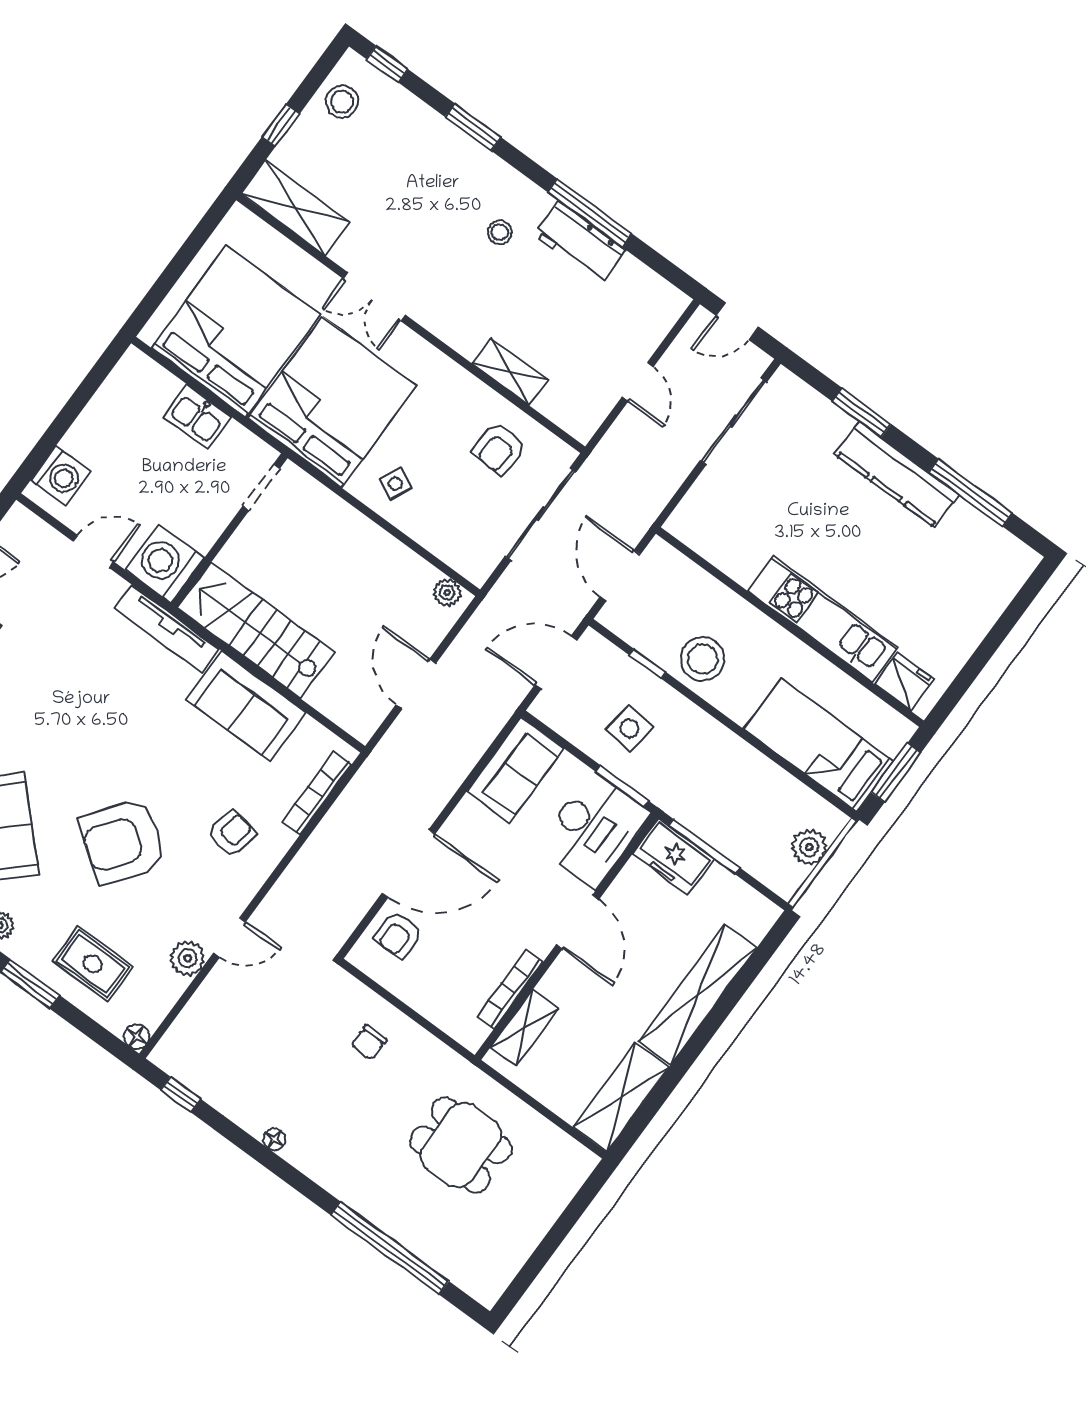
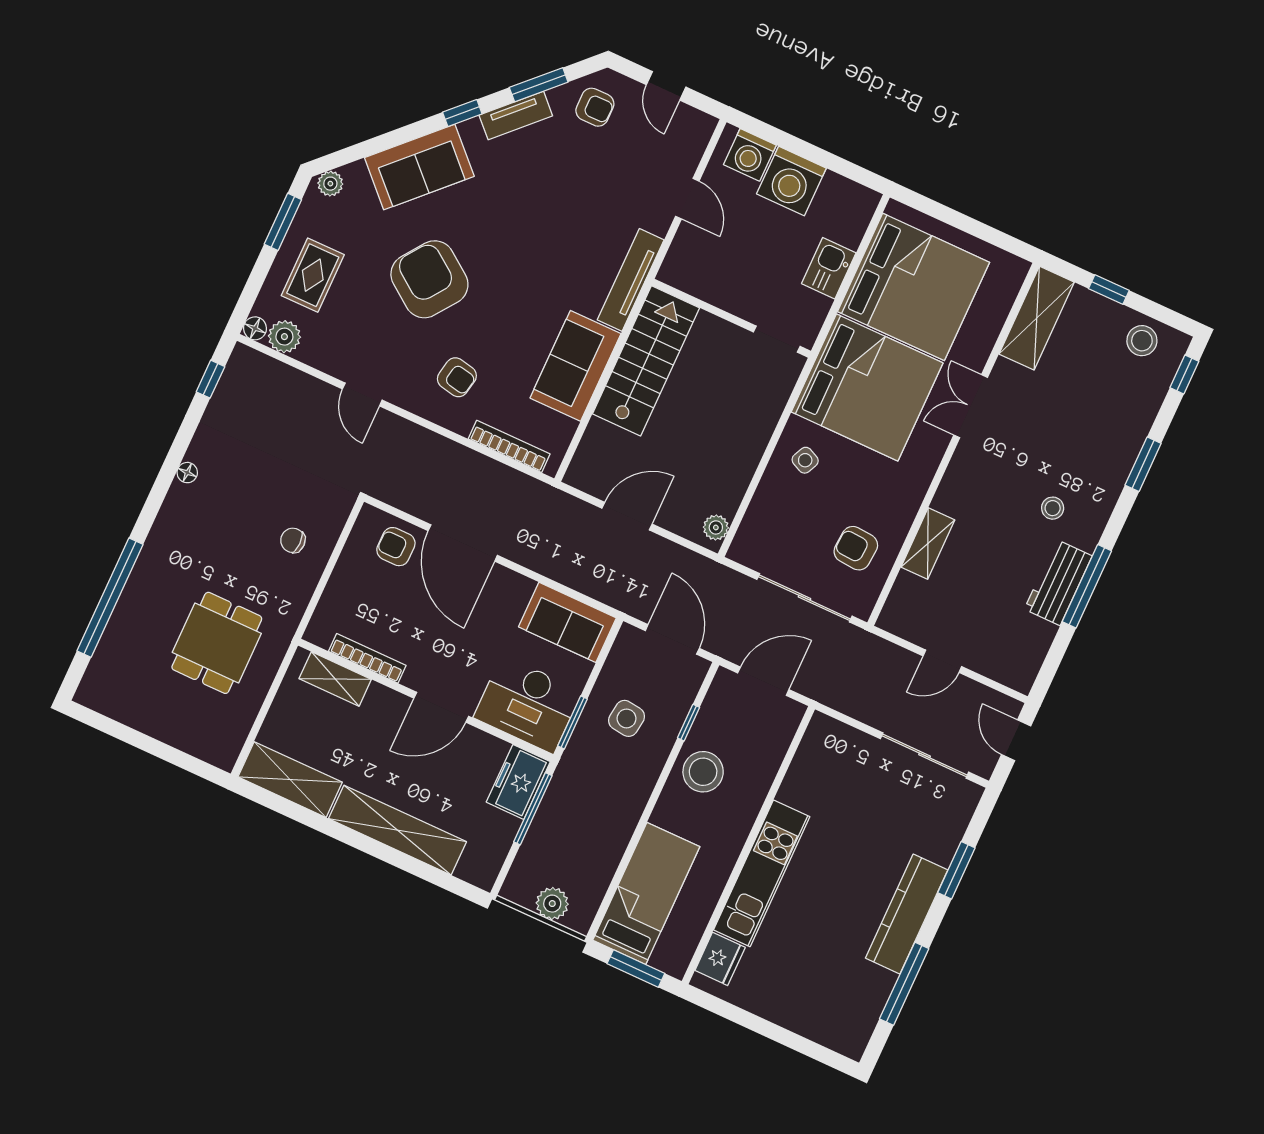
washing machine: (165, 564) -> (791, 181), moved, turned 180
plant: (188, 958) -> (284, 337), moved

